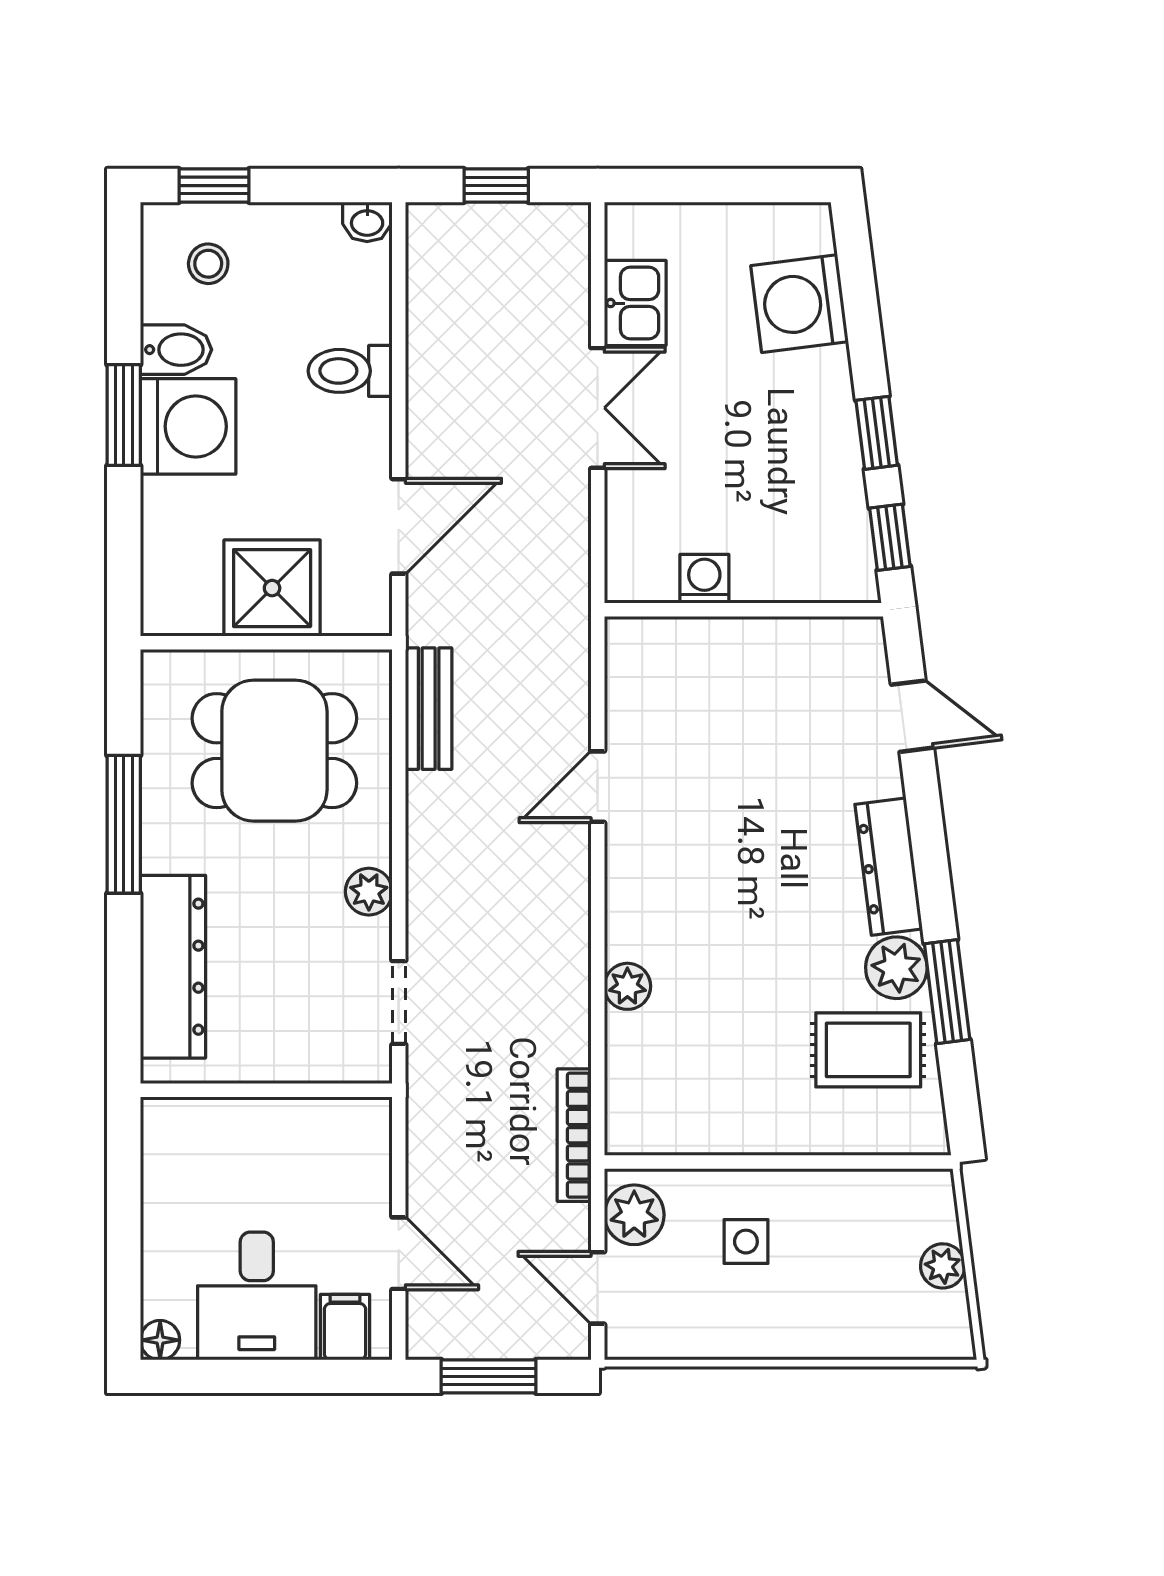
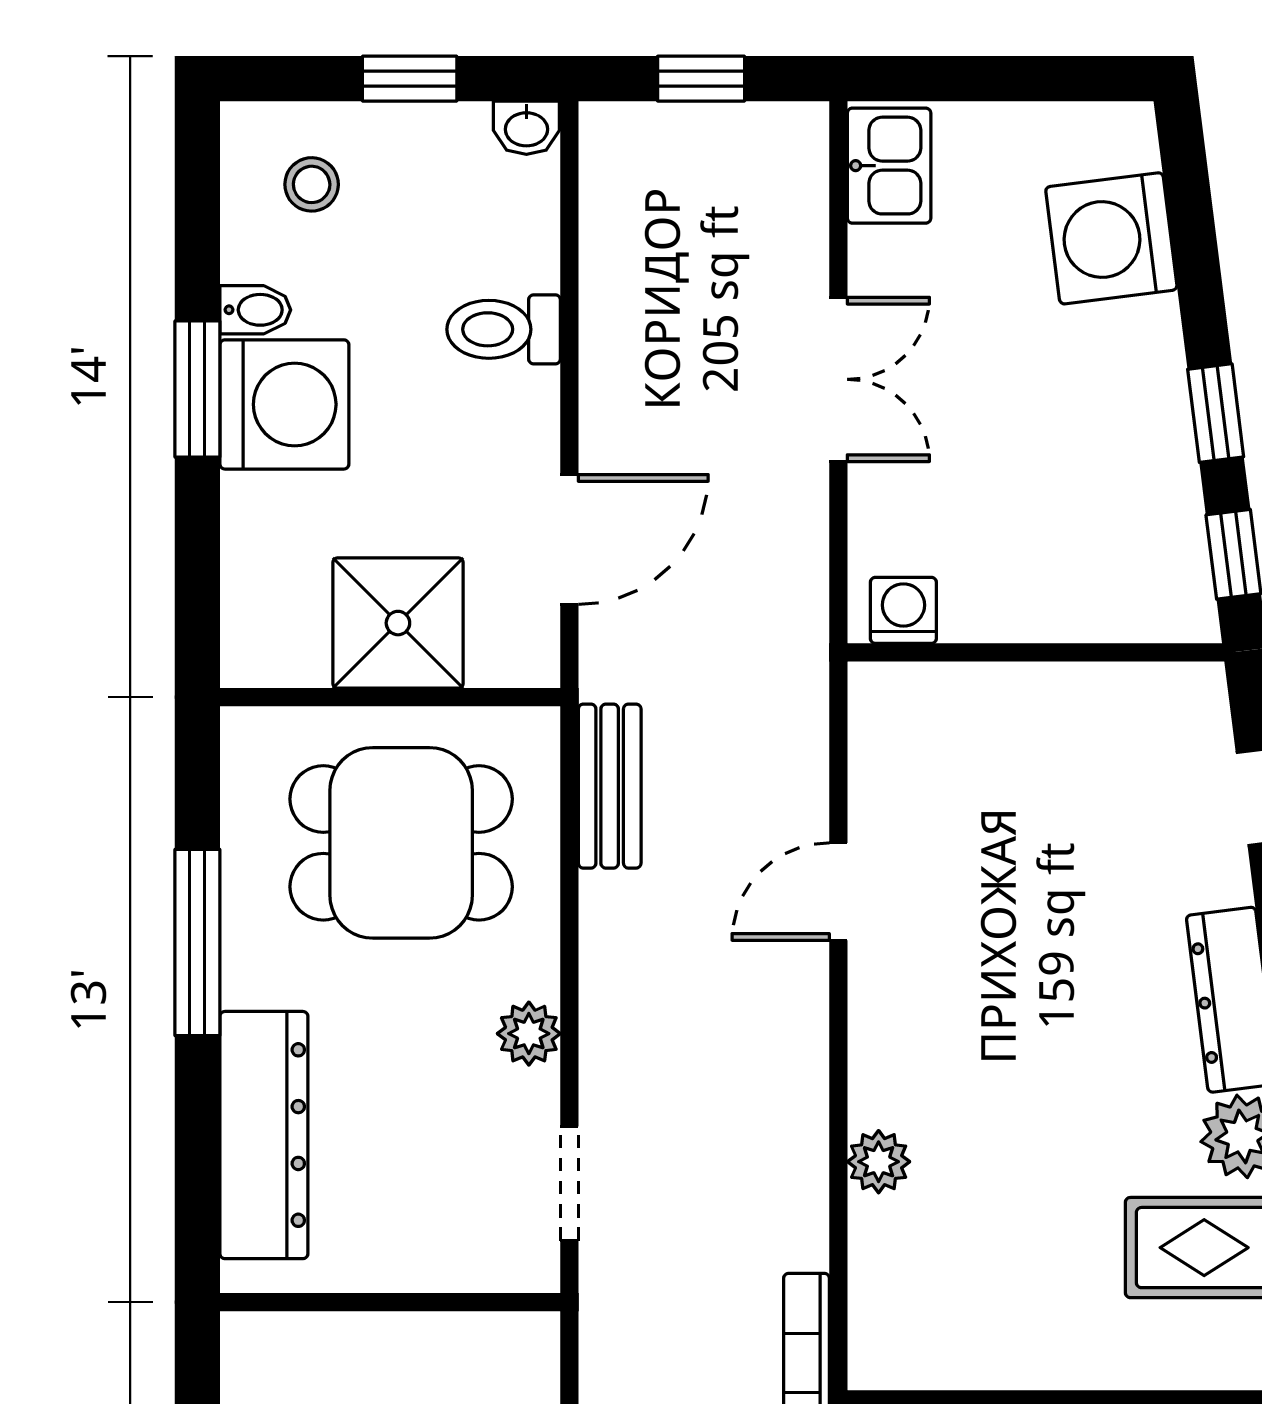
window: (214, 186) -> (410, 79), moved
kitchen sink: (635, 303) -> (889, 166), moved
bidet: (176, 350) -> (255, 310), width x0.72, depth x0.74
washing machine: (704, 579) -> (903, 610), moved

